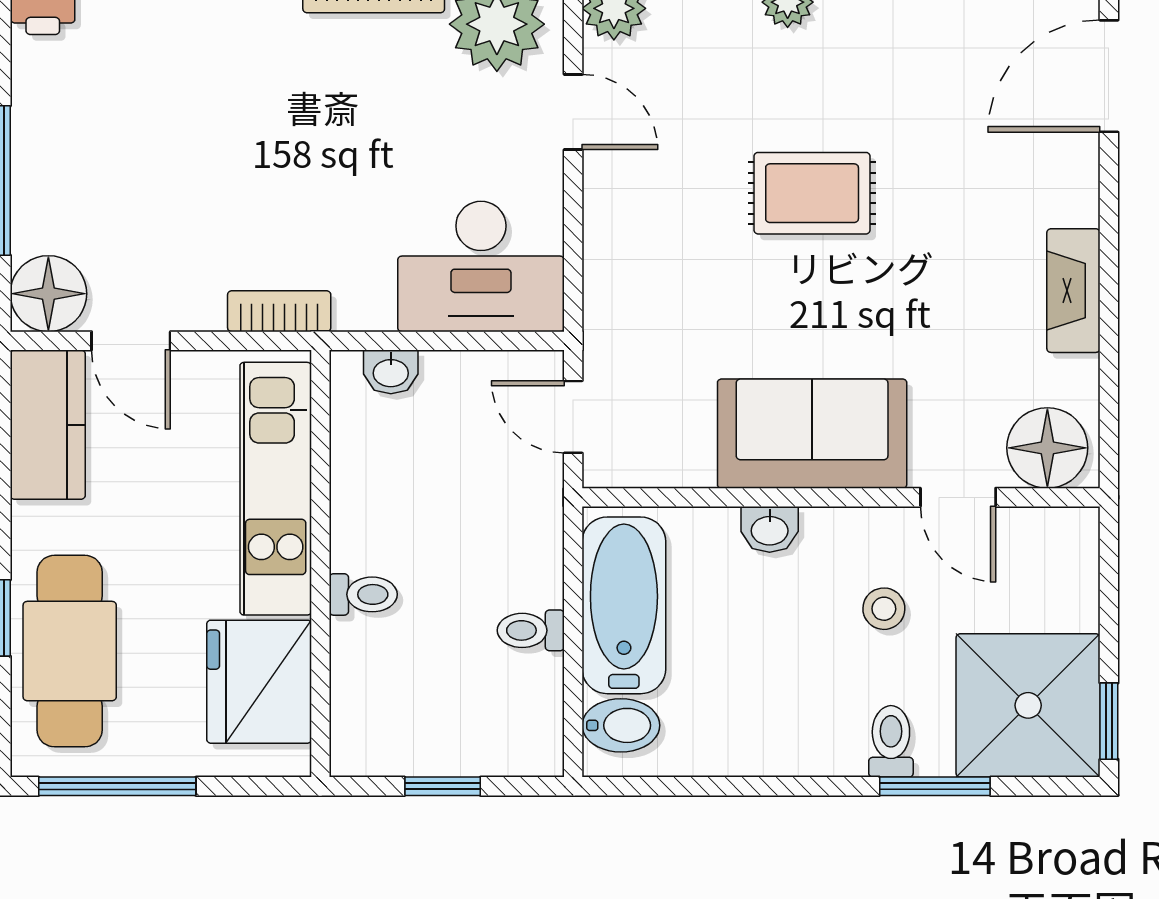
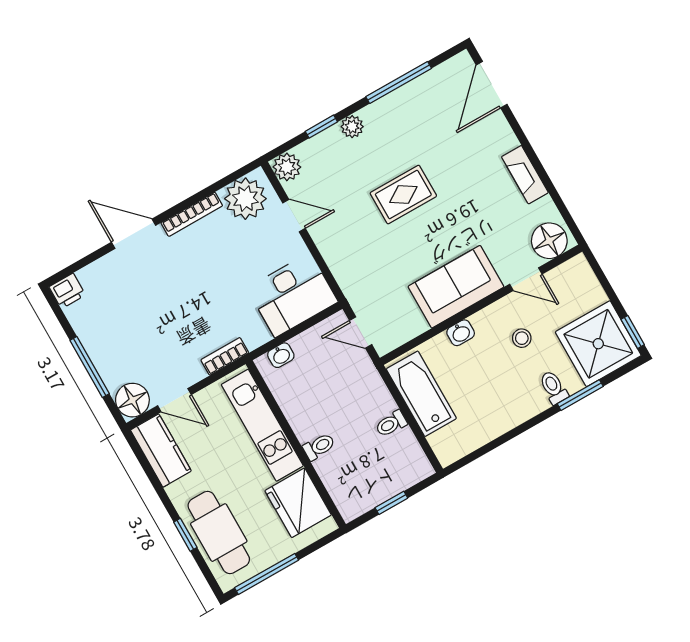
bidet: (621, 725) -> (446, 440), removed

